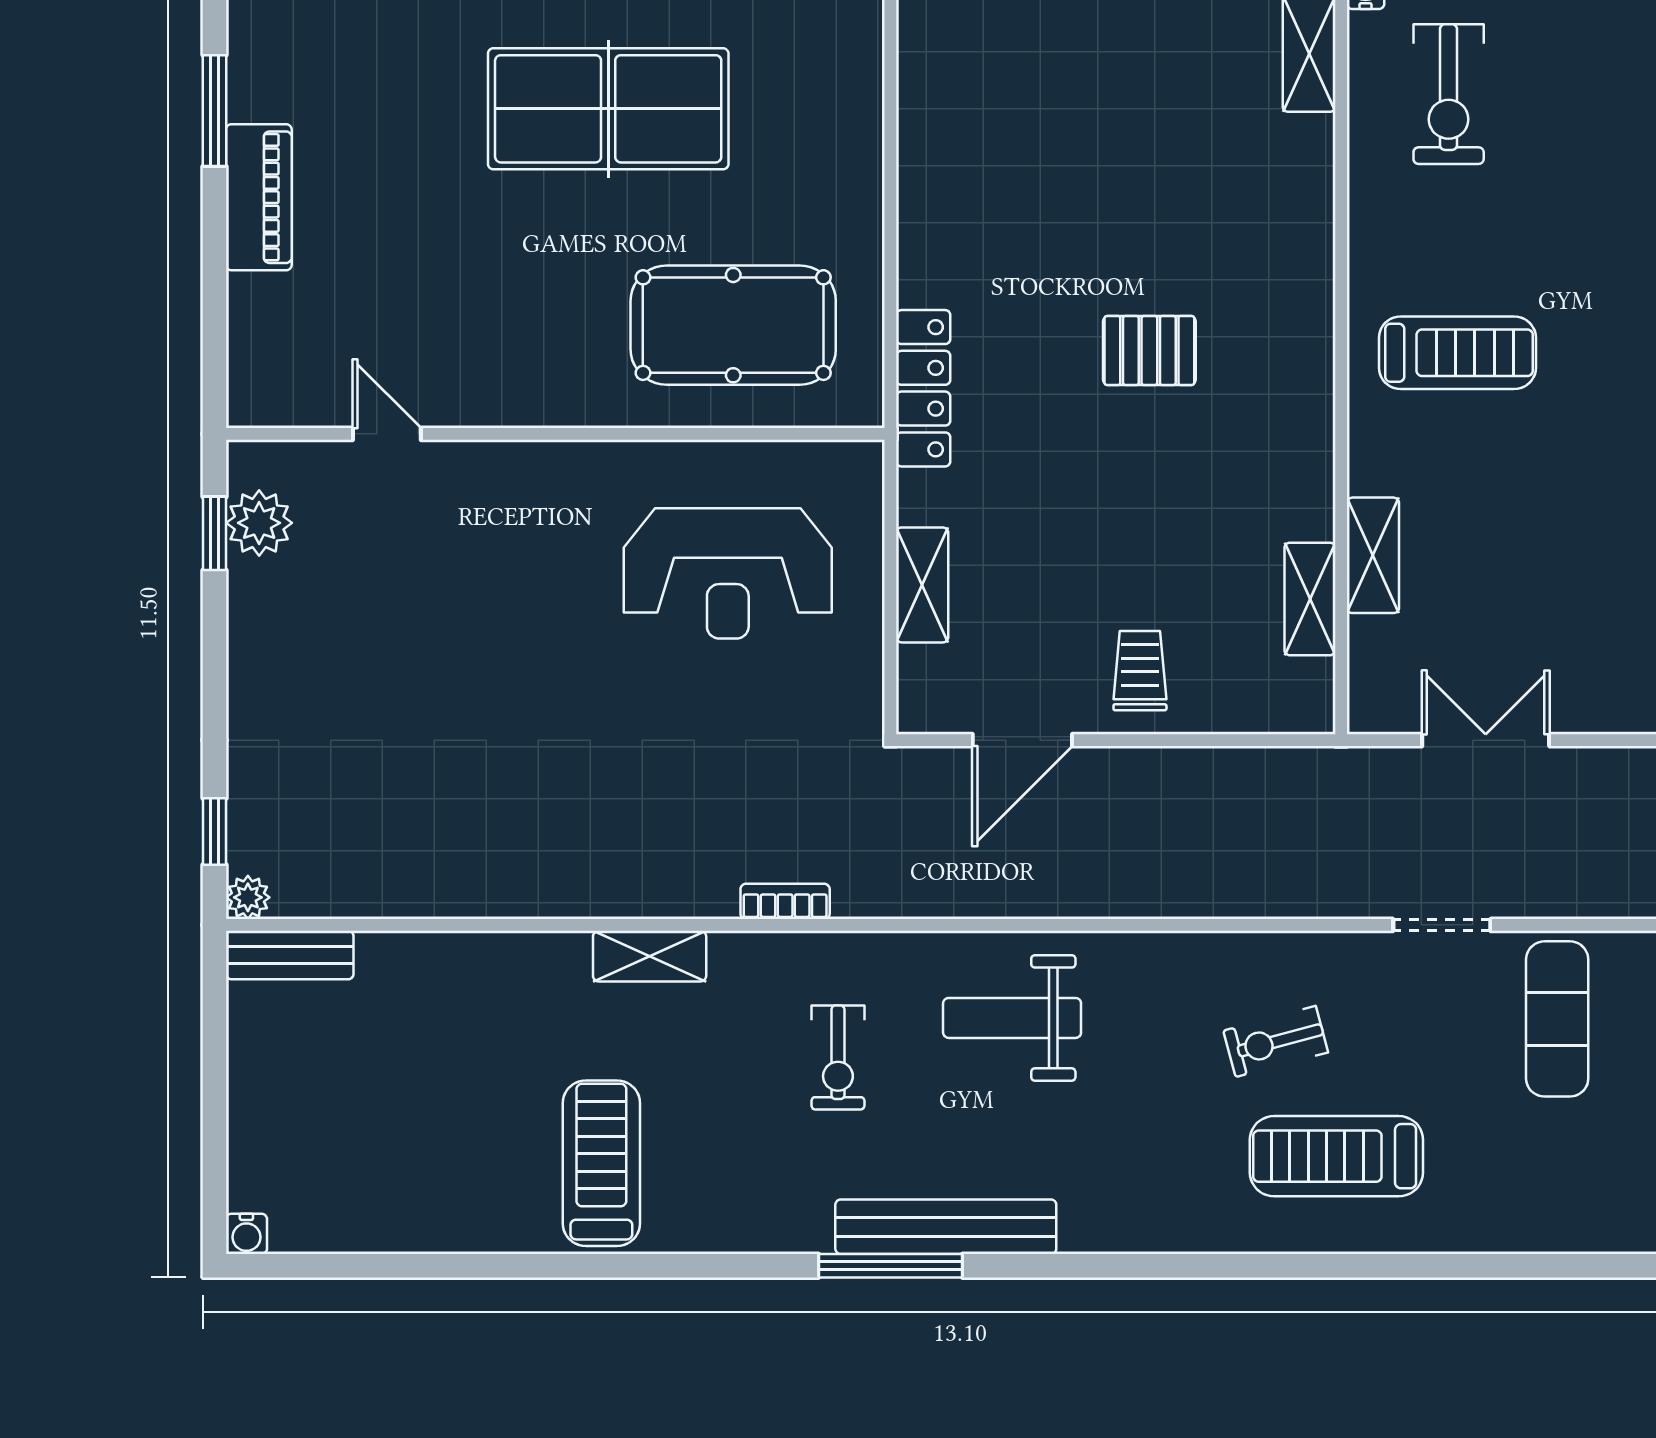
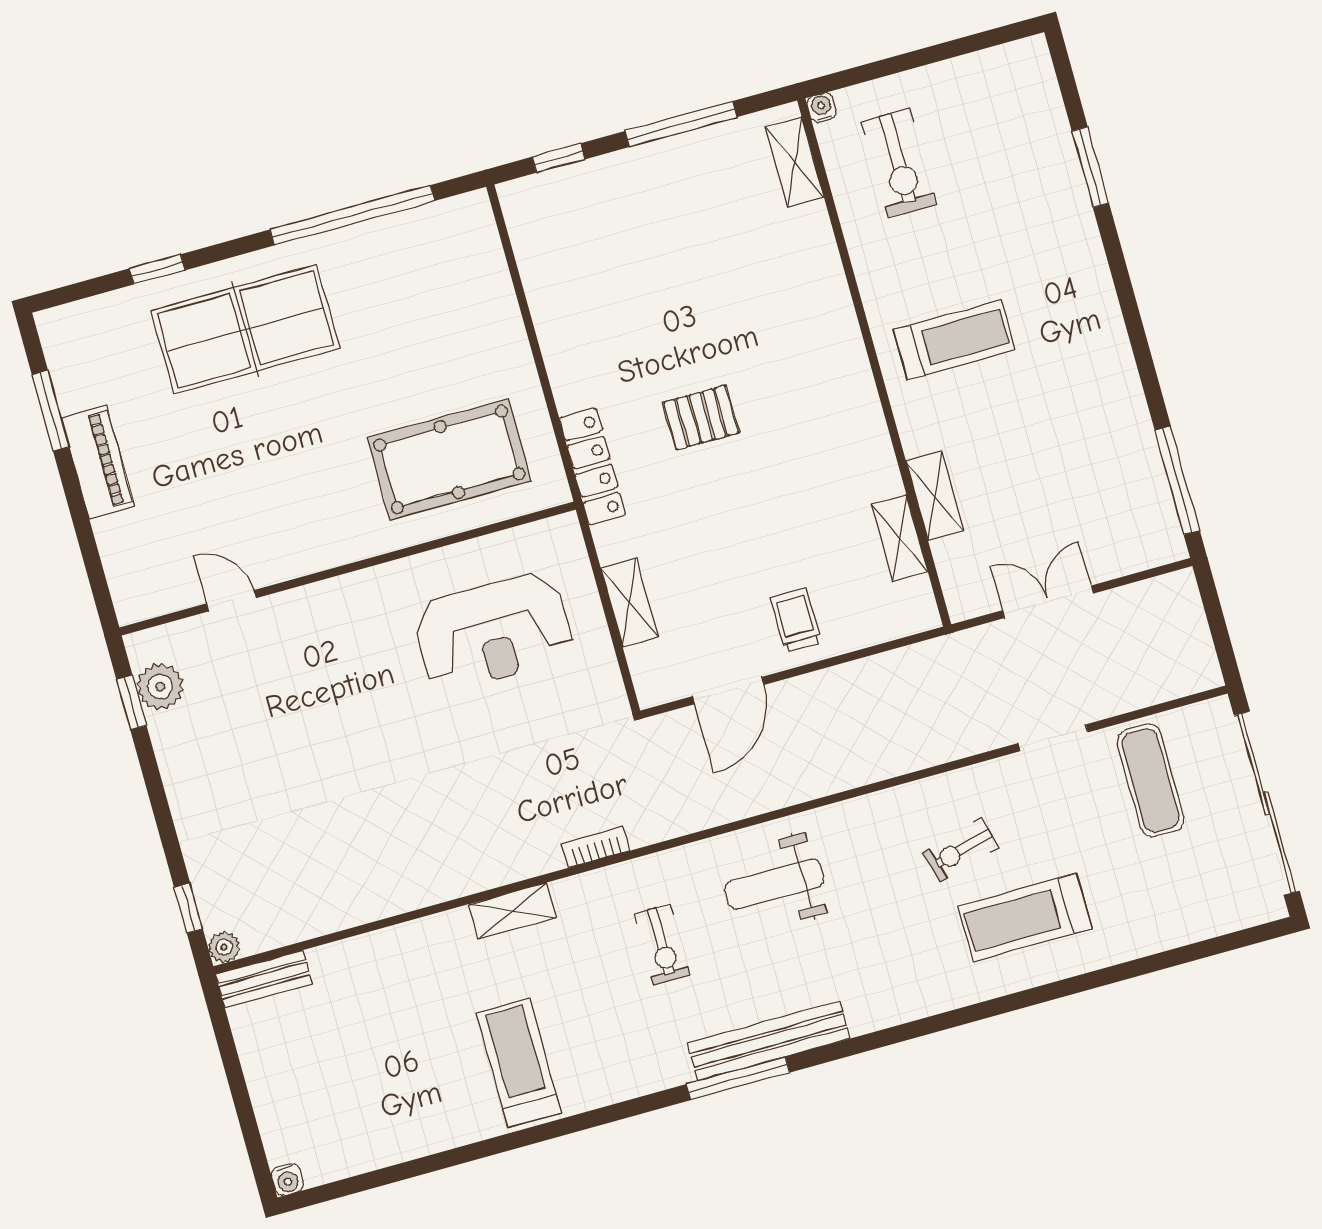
table tennis table: (608, 109) -> (245, 329), moved
pallet: (1149, 350) -> (701, 418), moved

